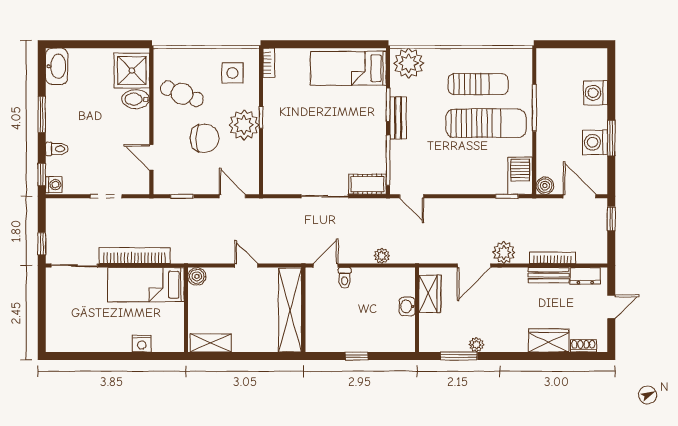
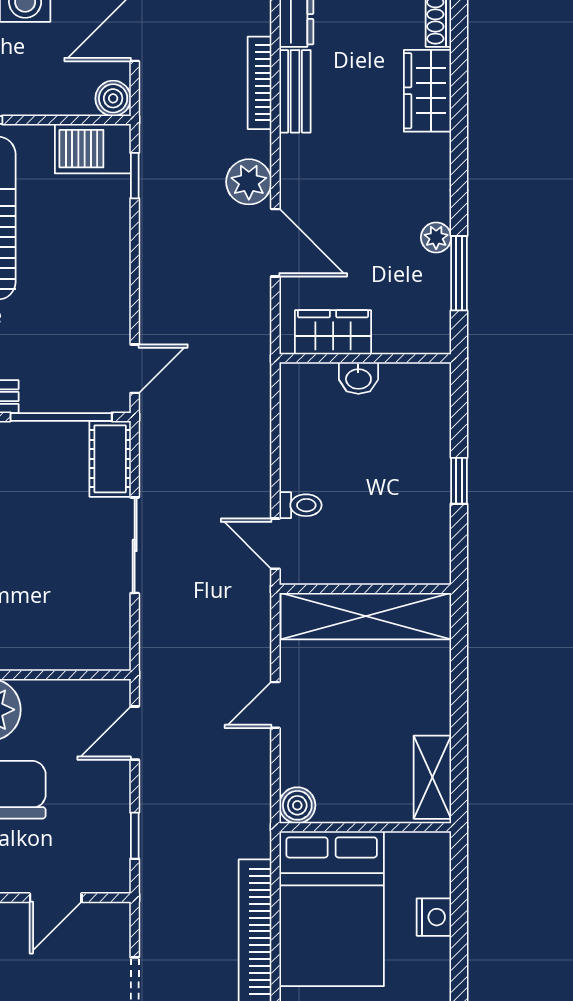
plant: (382, 256) -> (255, 430), removed
bed: (146, 285) -> (332, 909), width x1.50

